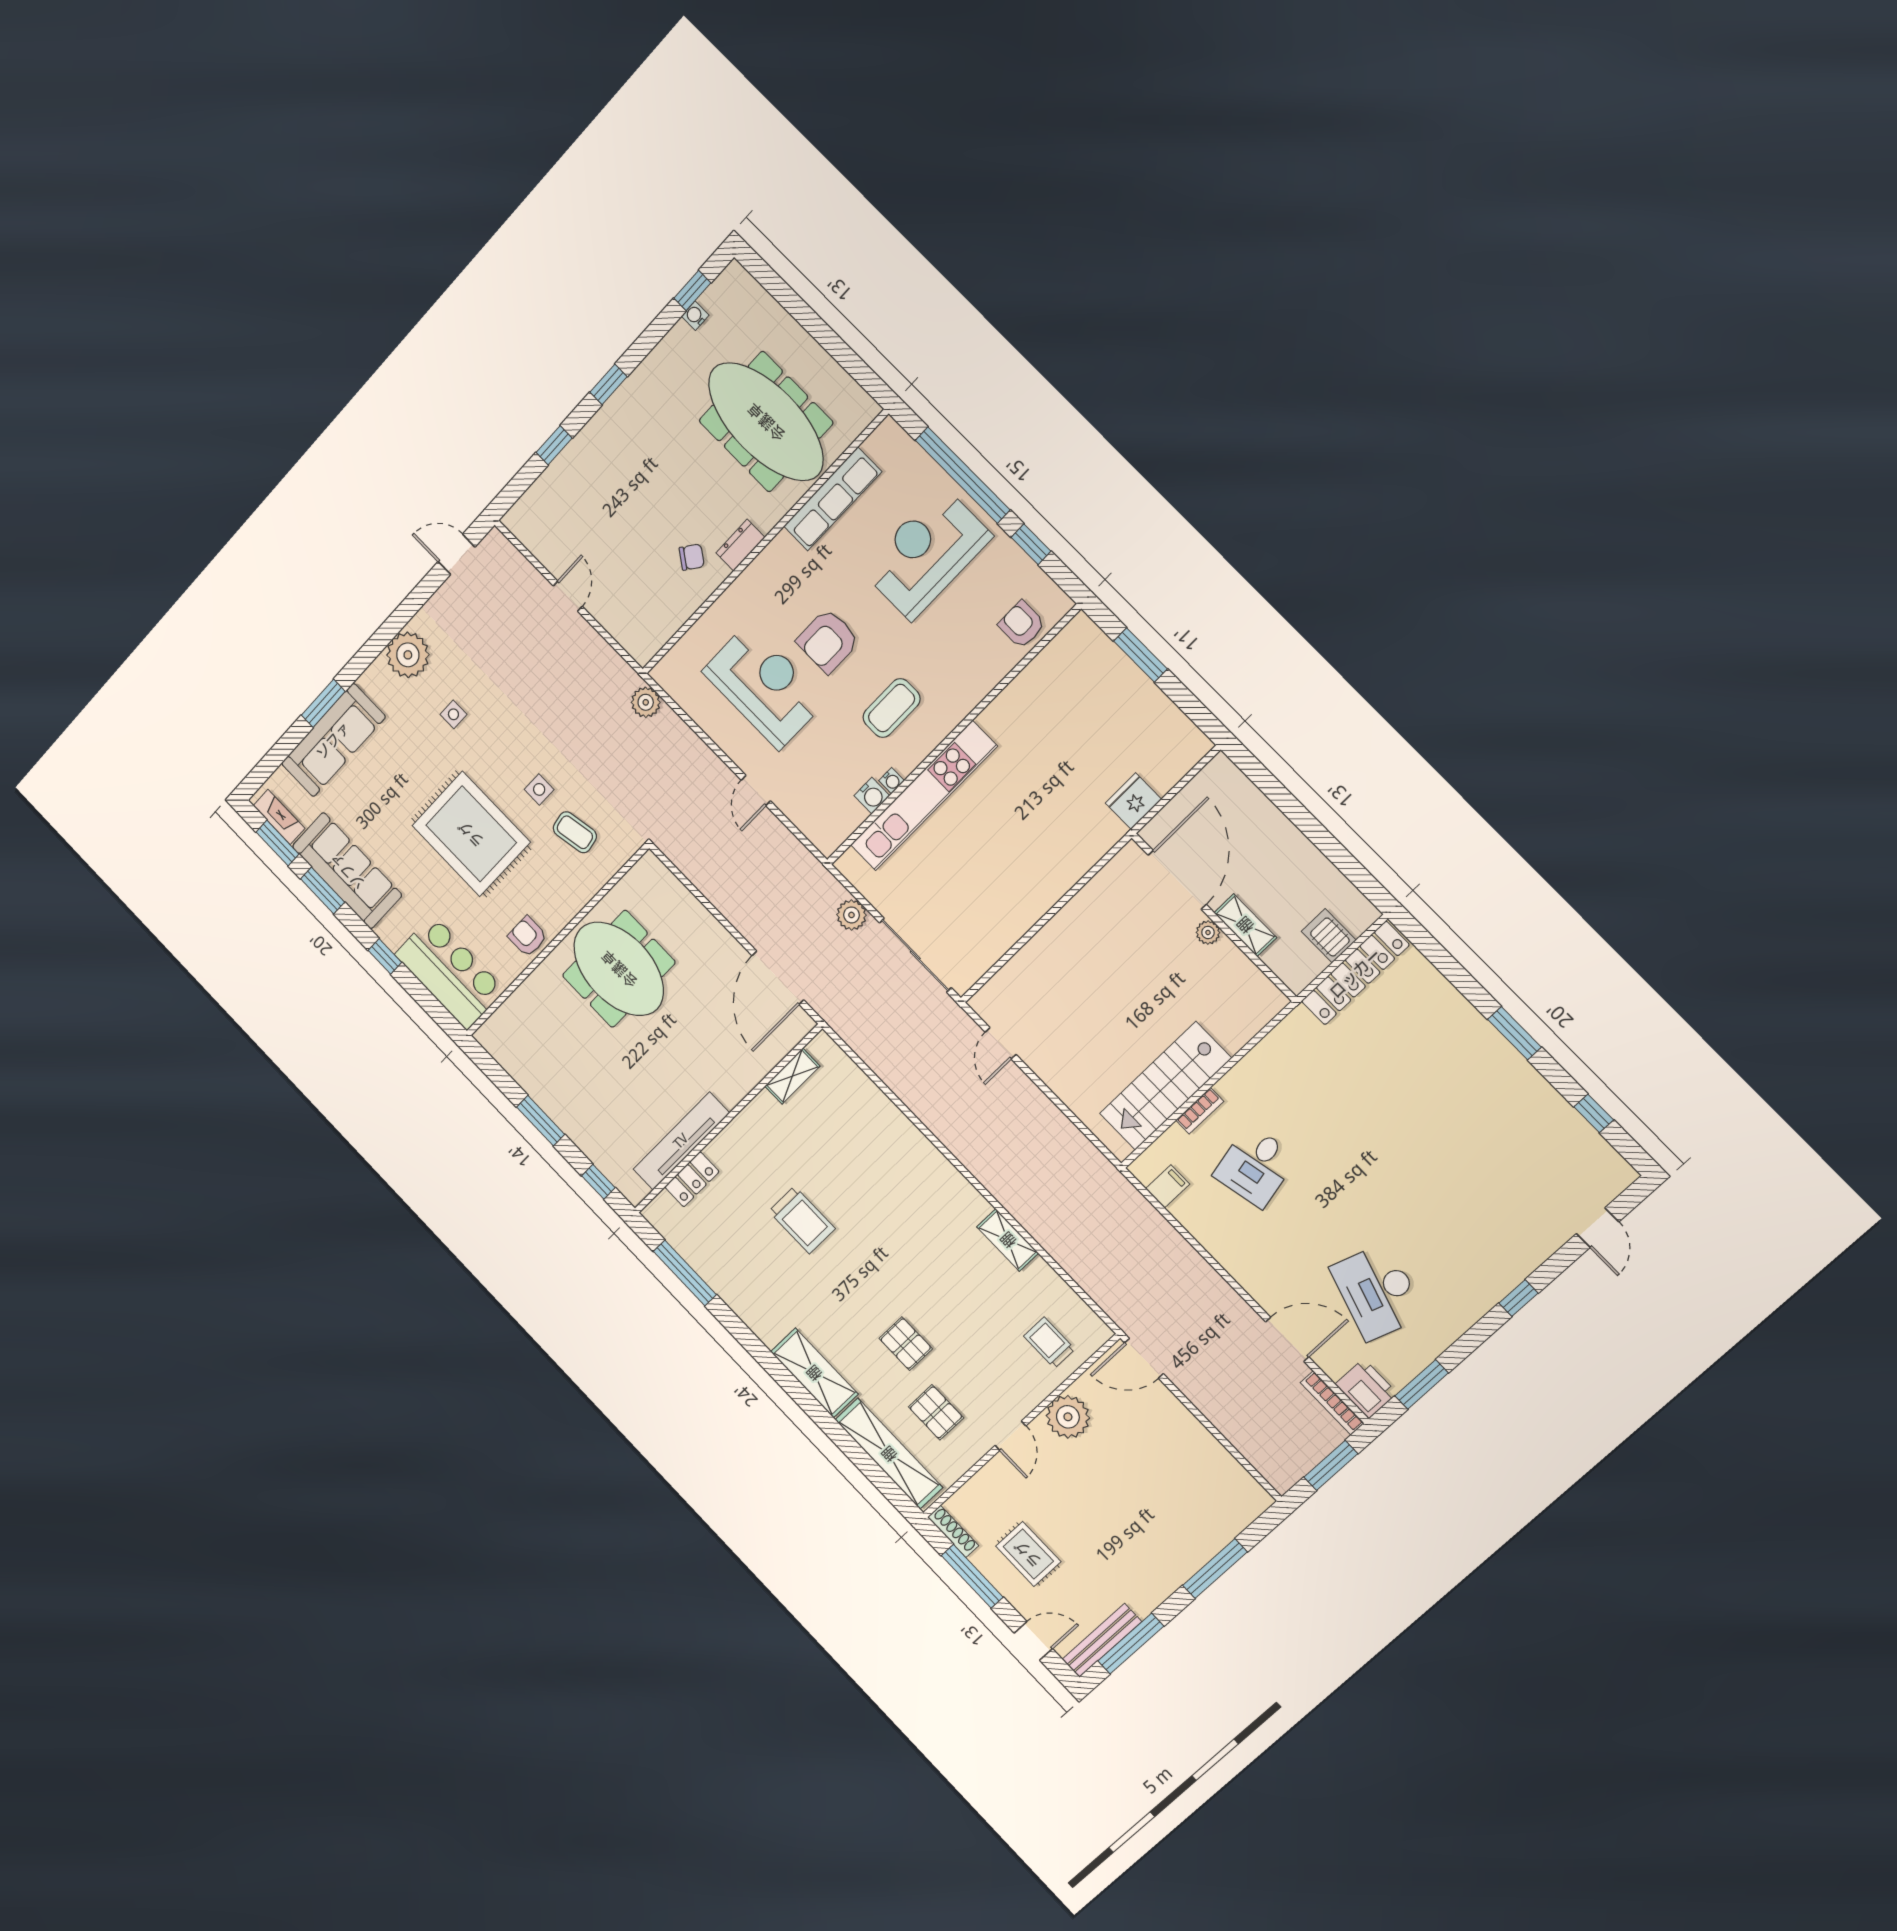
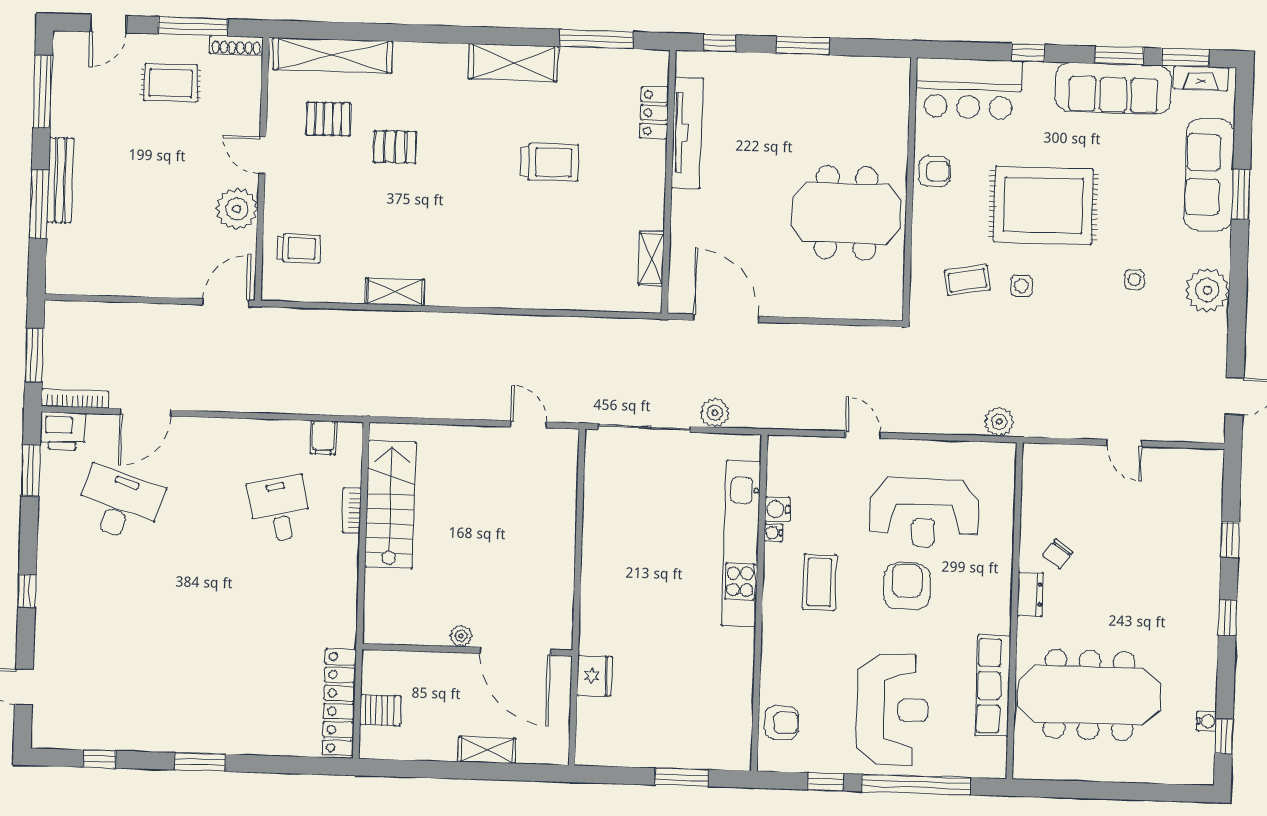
shelving: (1245, 925) -> (487, 750), moved
trolley: (802, 1220) -> (549, 162), turned 180
shelving: (814, 1373) -> (513, 63), moved
bench: (1102, 1640) -> (60, 180), moved

